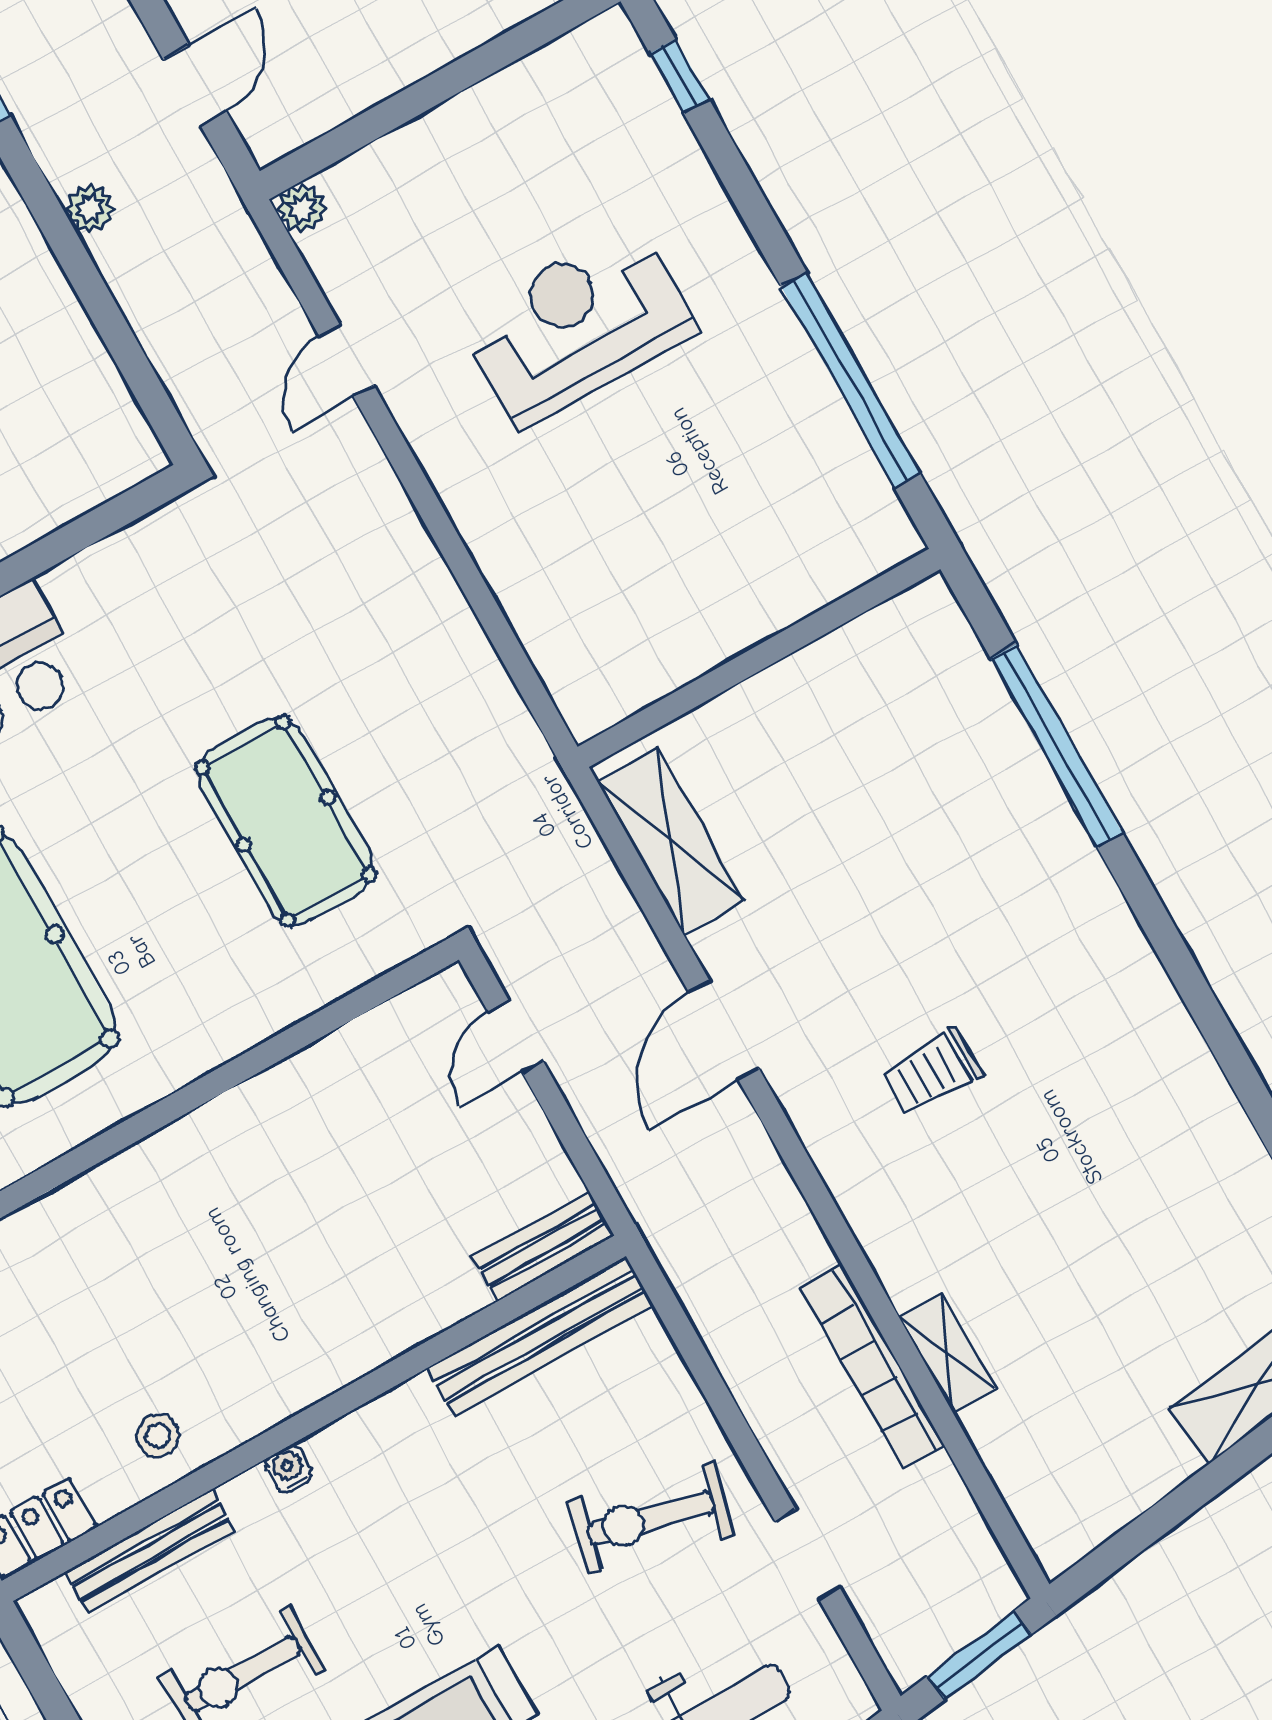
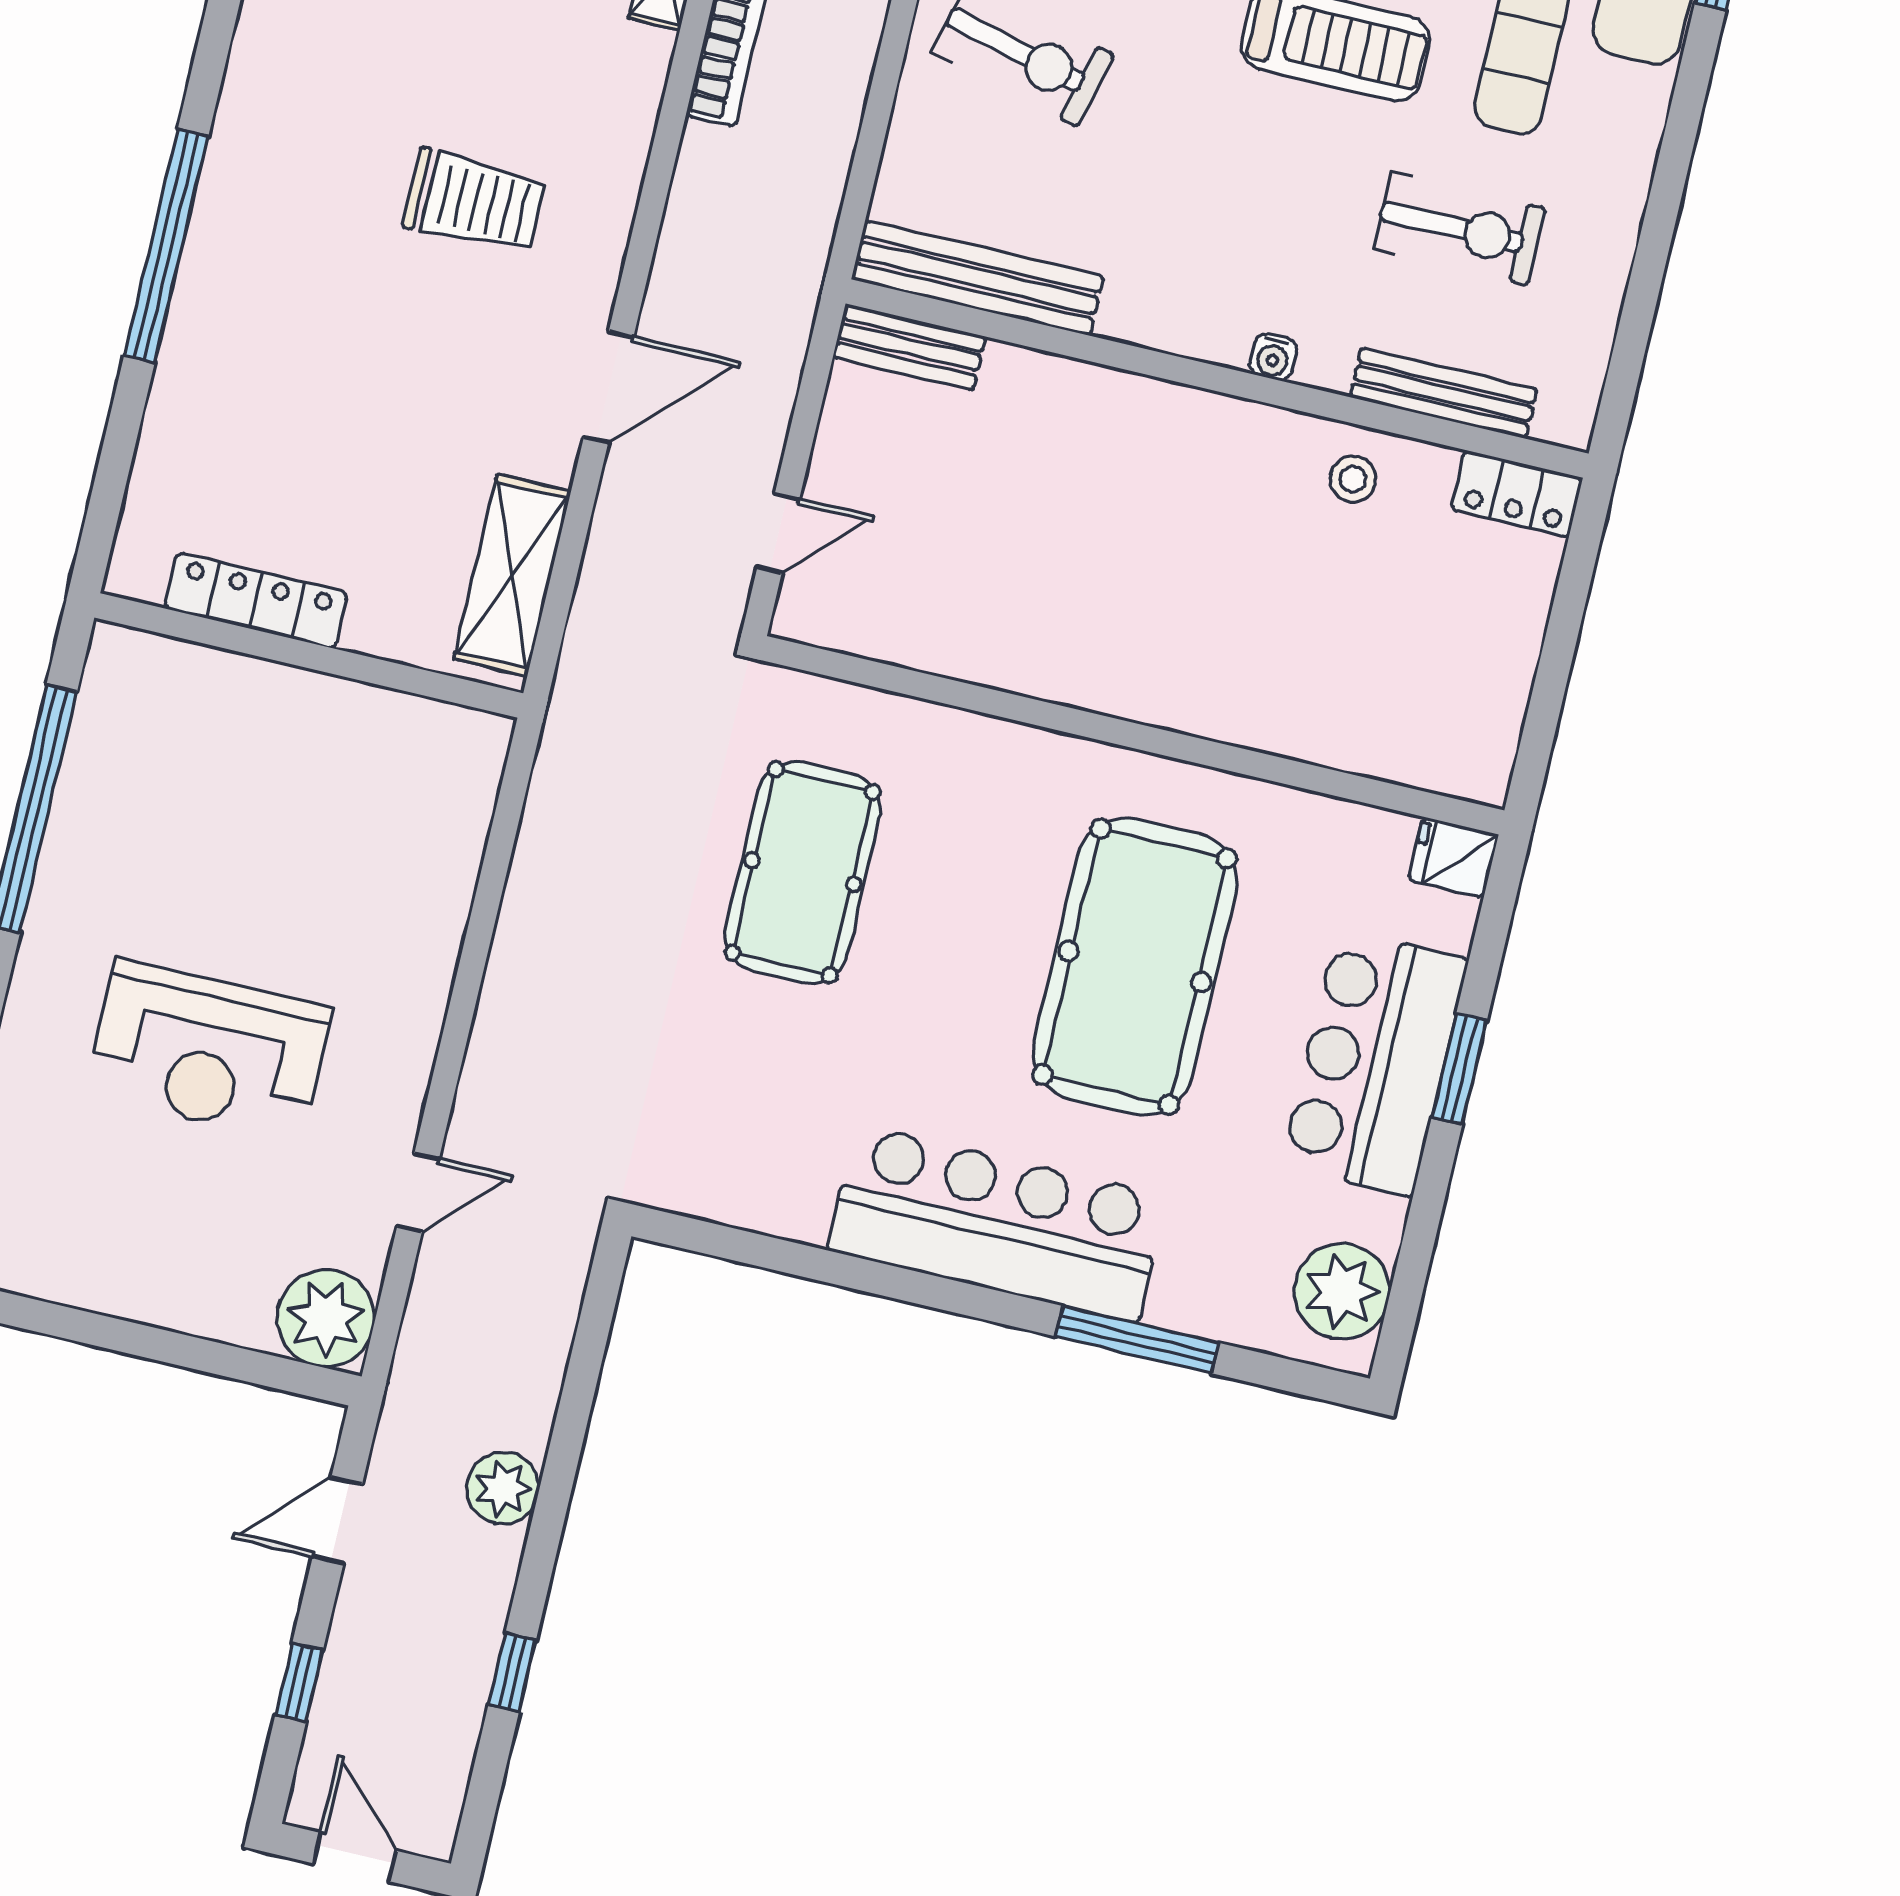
plant: (90, 208) -> (503, 1488), width x1.38, depth x1.38
plant: (302, 208) -> (326, 1318), width x1.87, depth x1.87
locker: (830, 662) -> (256, 600), added
window: (1057, 745) -> (166, 246), moved
trolley: (932, 1072) -> (475, 201), width x1.36, depth x1.39

